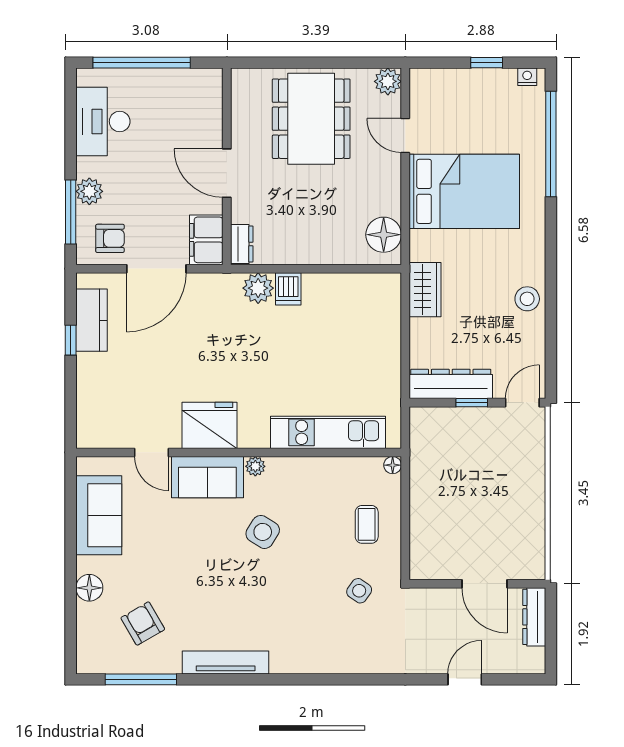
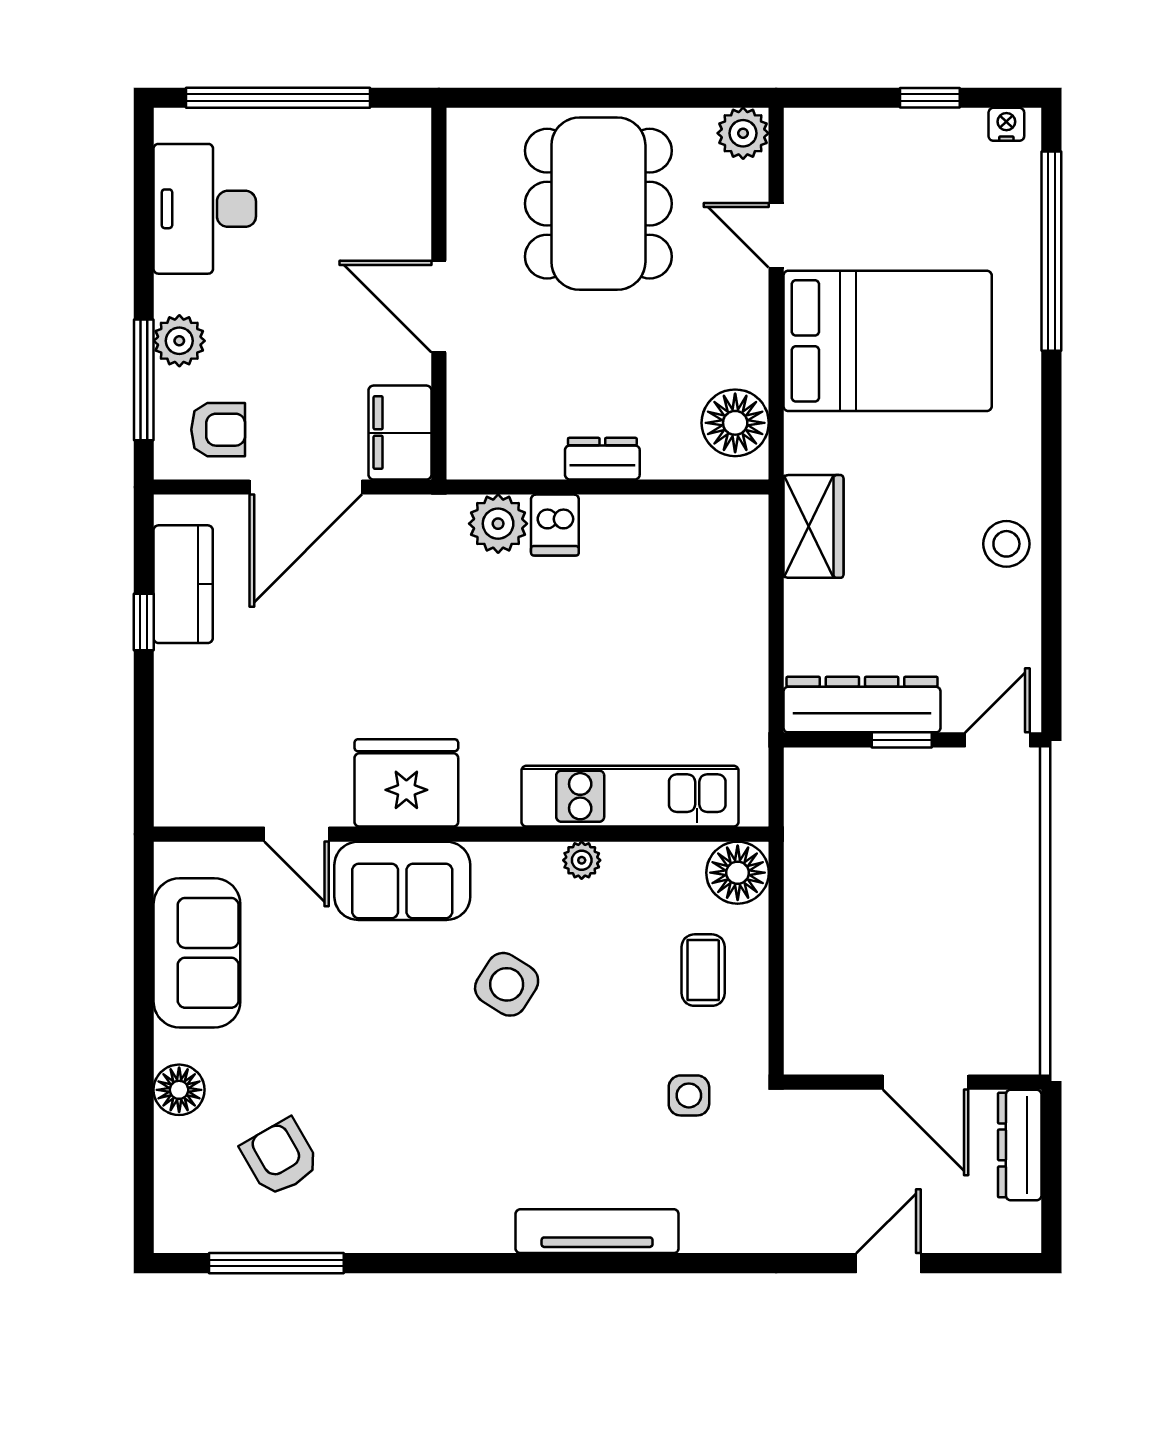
dresser: (242, 244) -> (602, 459), moved, turned -90
floor lamp: (393, 465) -> (738, 873), width x1.89, depth x1.89
plant: (255, 466) -> (582, 860), moved
side table: (359, 591) -> (689, 1095), turned -35
tv unit: (226, 663) -> (597, 1231), moved

